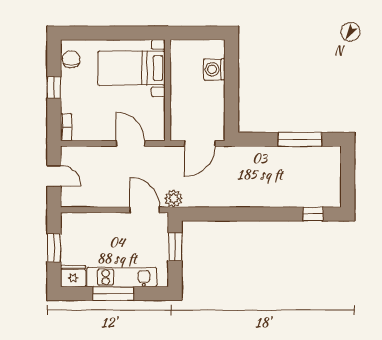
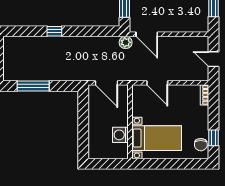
washing machine: (214, 69) -> (120, 135), moved, turned 180
window: (54, 87) -> (213, 138), moved
door: (200, 143) -> (107, 83), swing flipped
window: (313, 214) -> (54, 31), moved

